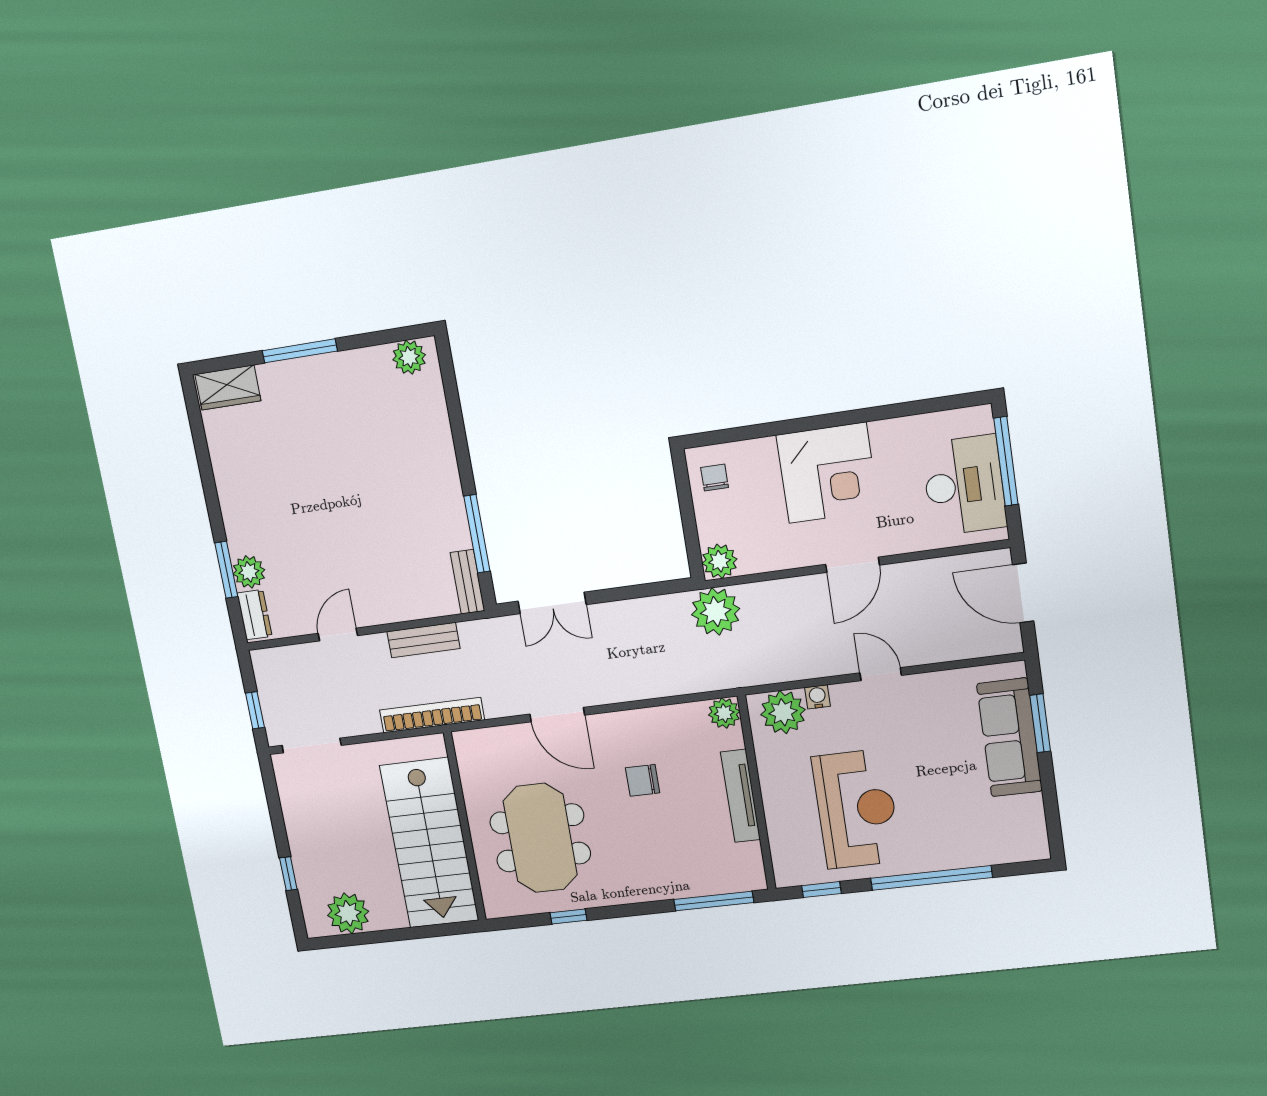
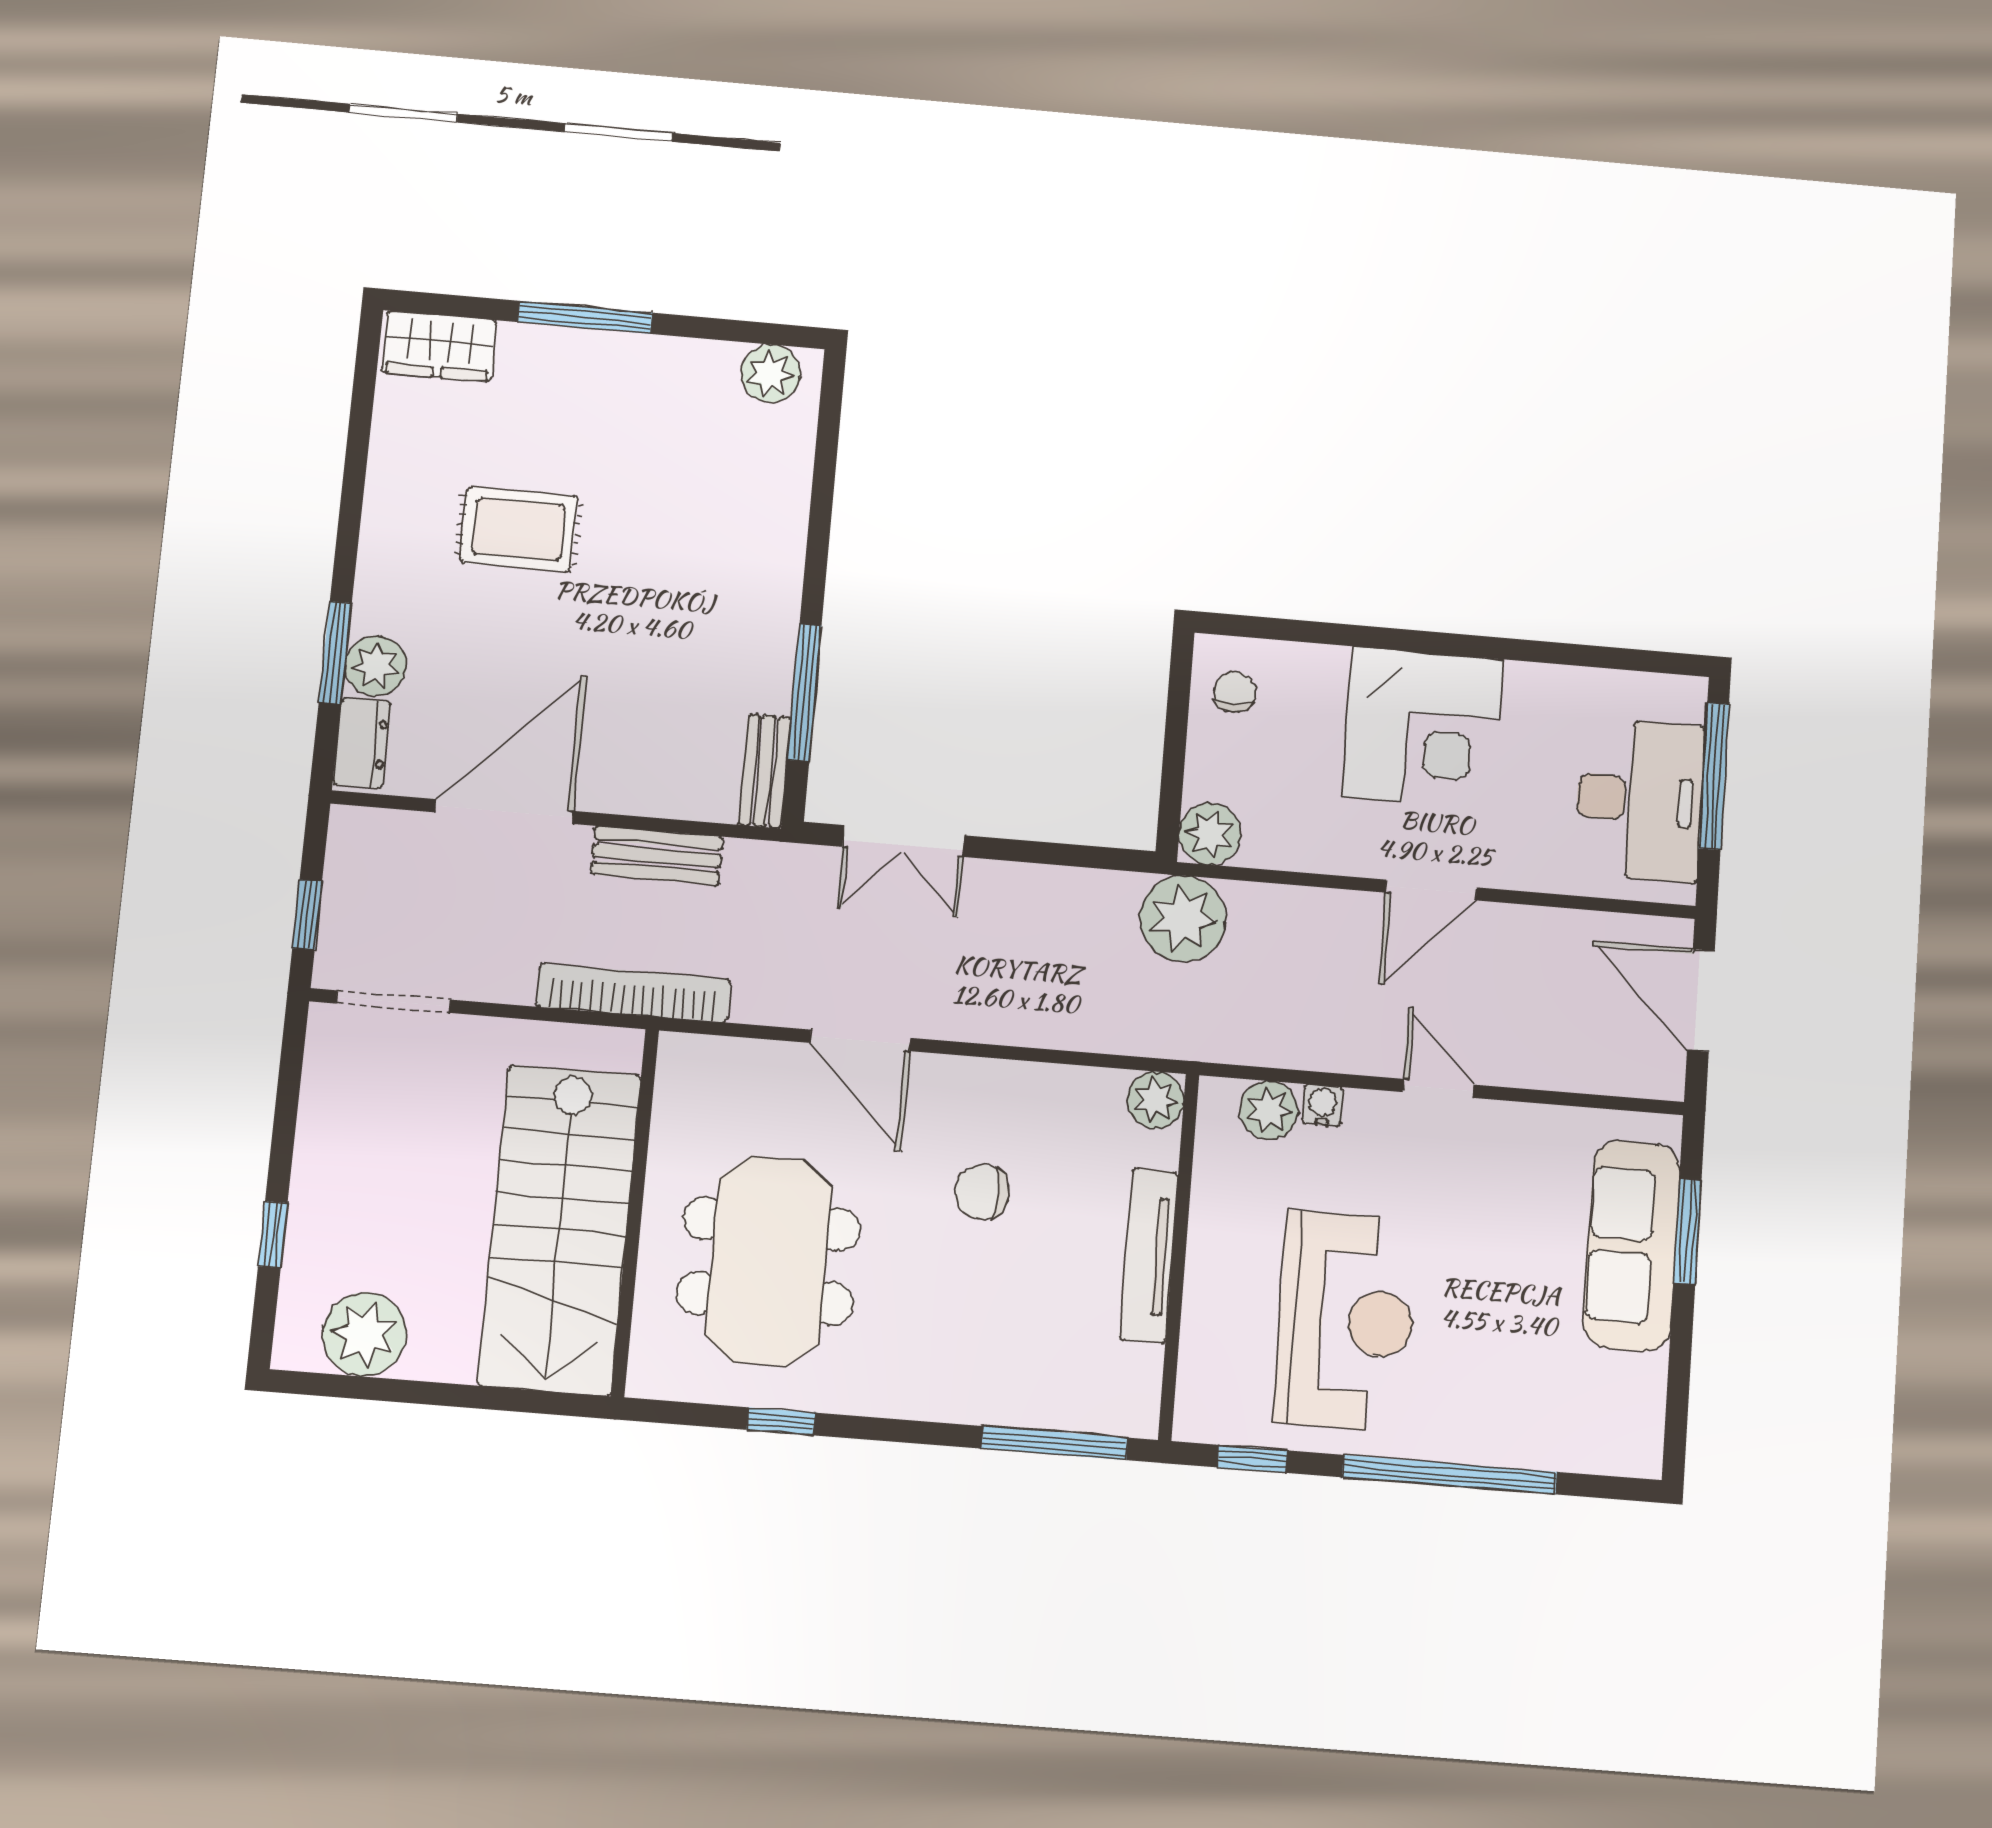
rug: (300, 480) -> (519, 529), added
door: (338, 634) -> (504, 812), width x1.88
plant: (783, 712) -> (1269, 1110), width x0.73, depth x0.73

